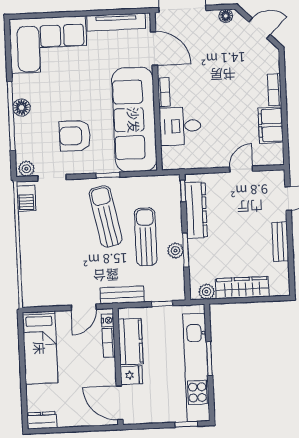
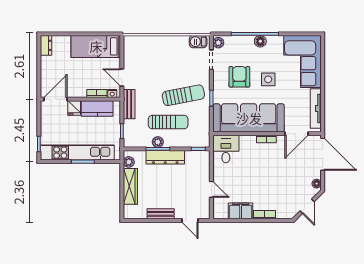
side table: (77, 94) -> (268, 79), added
desk: (180, 126) -> (226, 149), moved
dresser: (196, 210) -> (165, 157), moved

